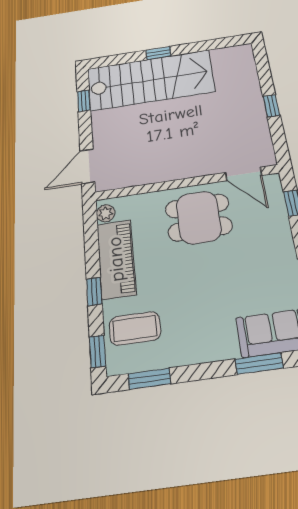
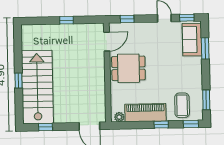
dining table: (199, 217) -> (128, 68), turned 90

